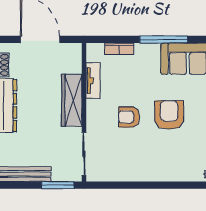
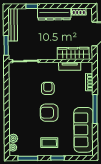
wardrobe: (72, 100) -> (73, 53), moved
armchair: (169, 115) -> (49, 113), turned 180

